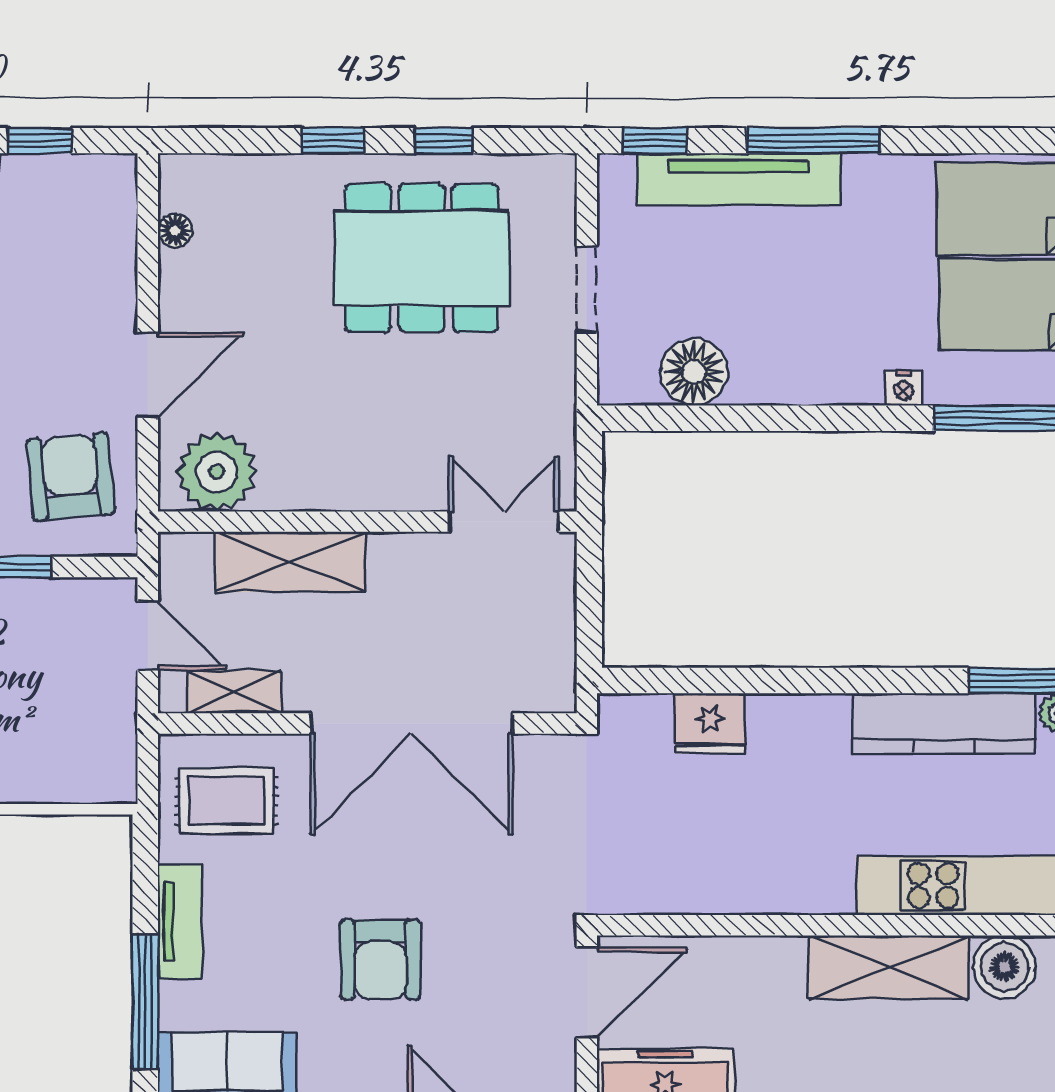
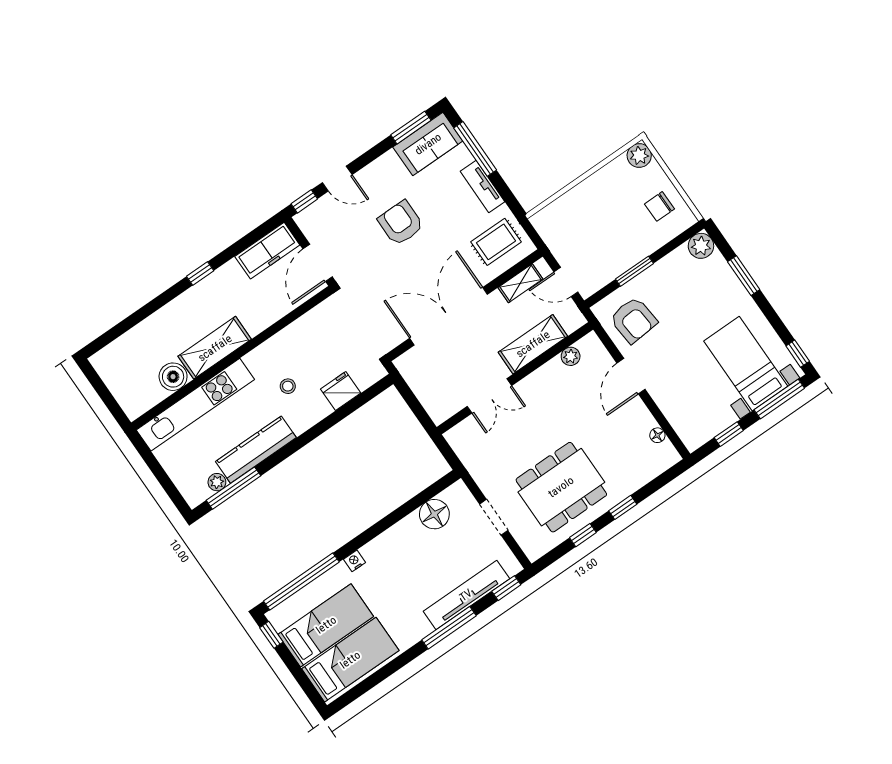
plant: (217, 472) -> (571, 356), width x0.53, depth x0.53
double door: (504, 522) -> (489, 396), moved
stool: (802, 801) -> (288, 386), added

